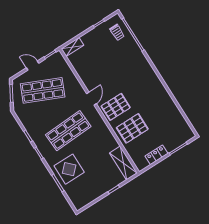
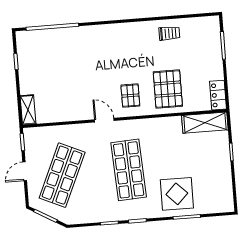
trolley: (117, 32) -> (169, 33), moved
pallet: (116, 107) -> (130, 96), width x0.67, depth x0.71
locker: (157, 155) -> (218, 95), moved

